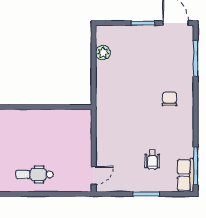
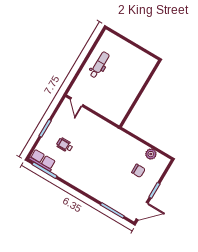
chair: (169, 99) -> (138, 171), moved

